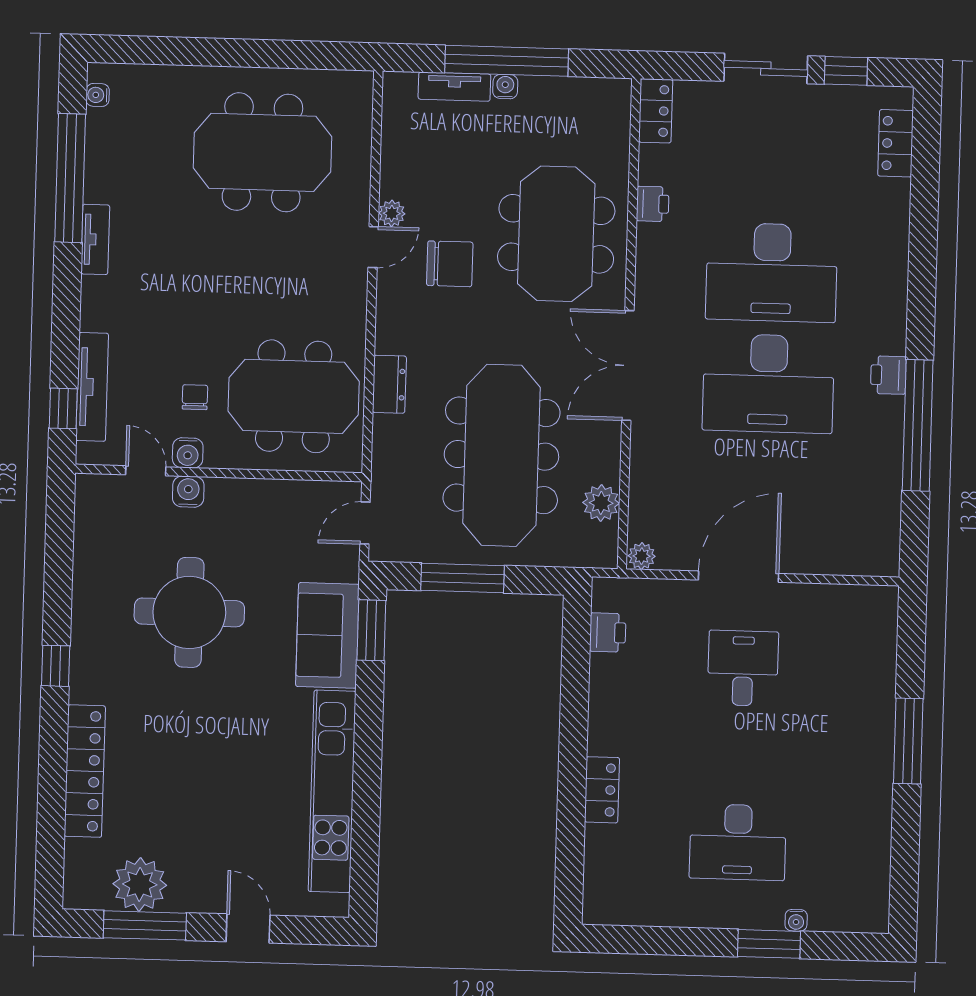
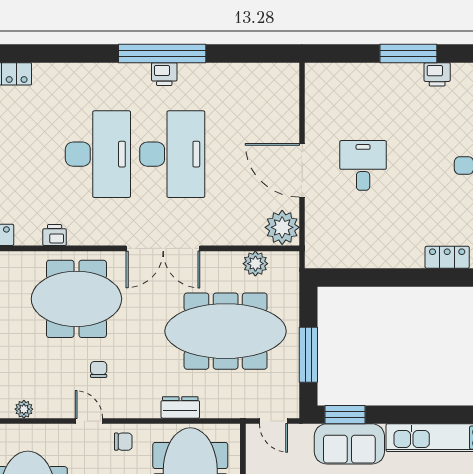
plant: (392, 213) -> (24, 409), moved
chair: (450, 264) -> (99, 369), width x0.54, depth x0.54
chair: (341, 297) -> (123, 442), added
window: (918, 425) -> (162, 54), moved
plant: (642, 556) -> (282, 227), width x1.88, depth x1.88
printer: (608, 632) -> (437, 74), moved, turned 180
desk: (743, 668) -> (363, 165), turned 90

